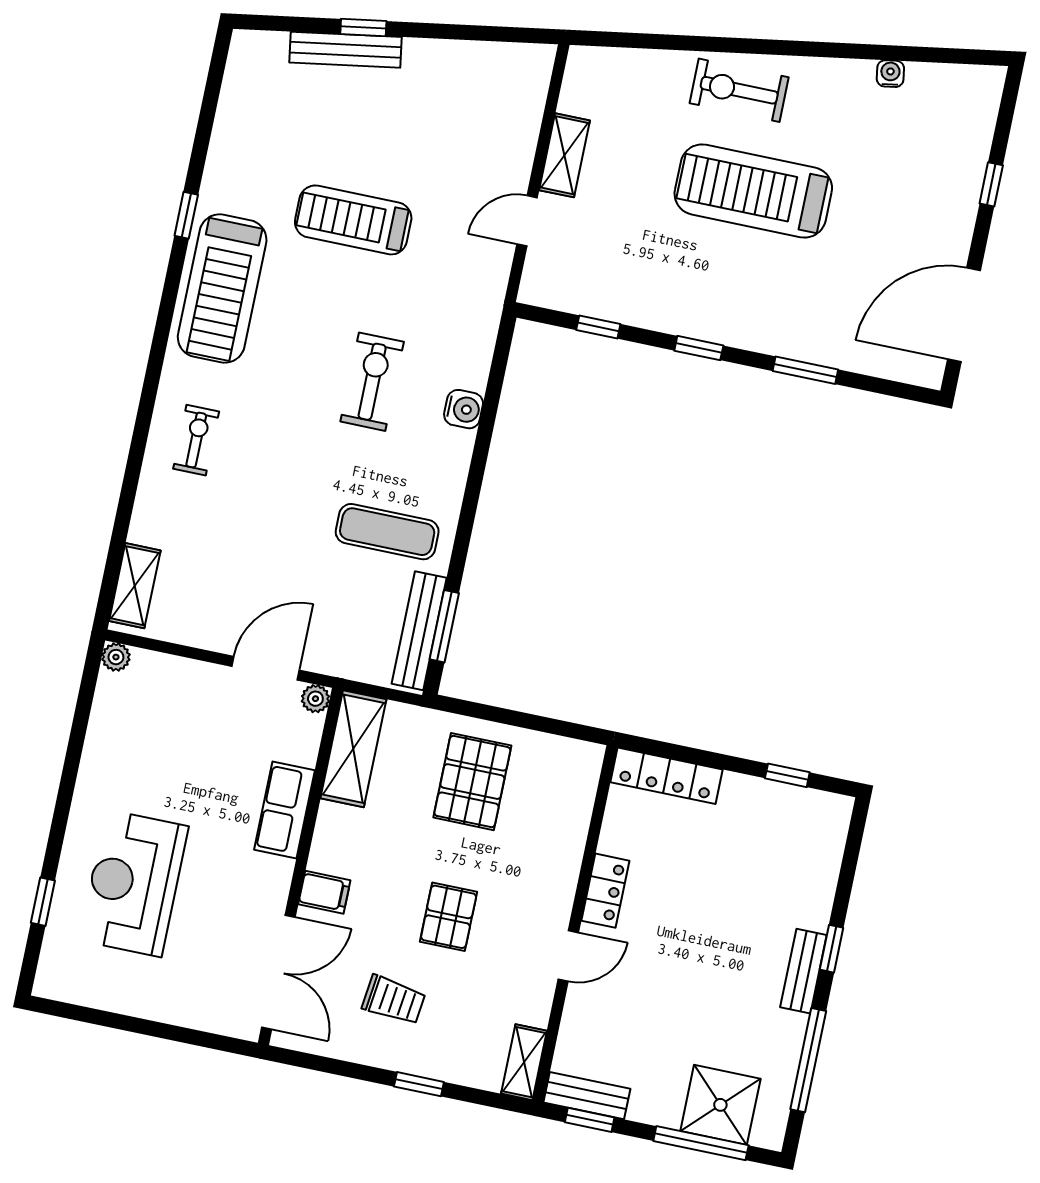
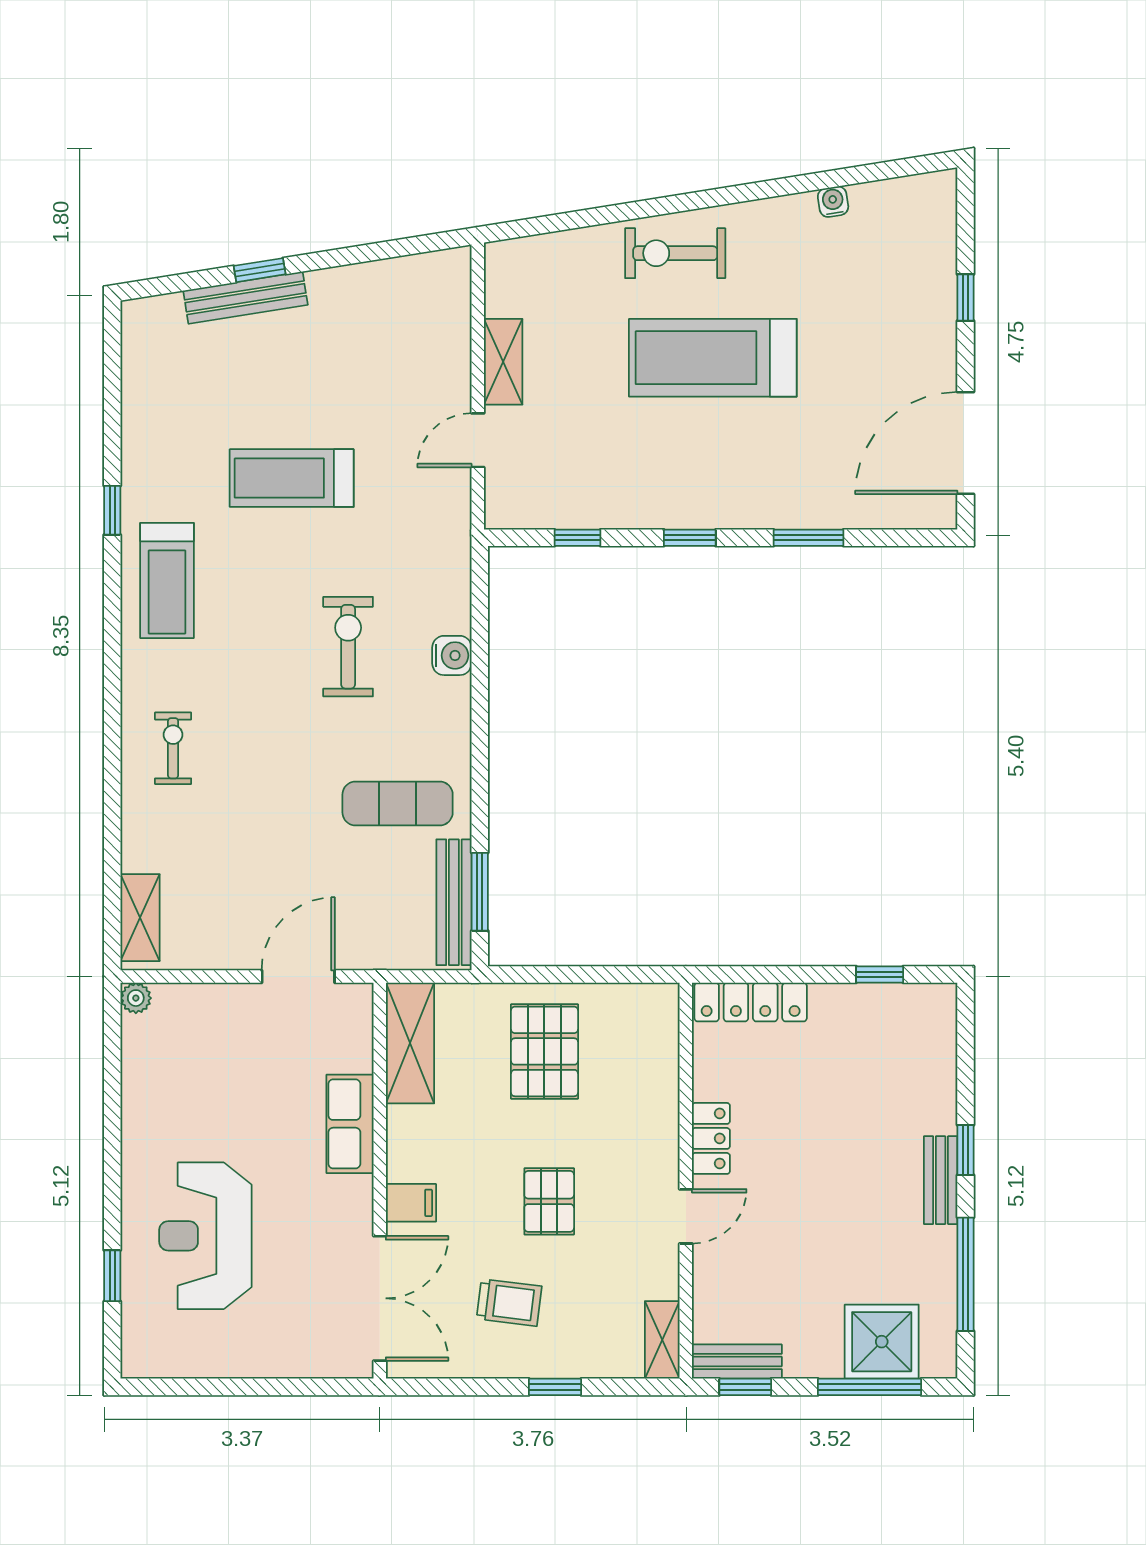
treadmill: (222, 289) -> (167, 581), width x0.73, depth x0.73
plant: (315, 699) -> (358, 998), removed

